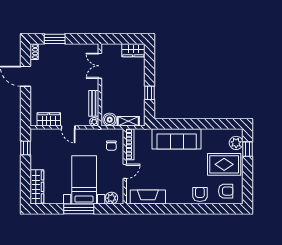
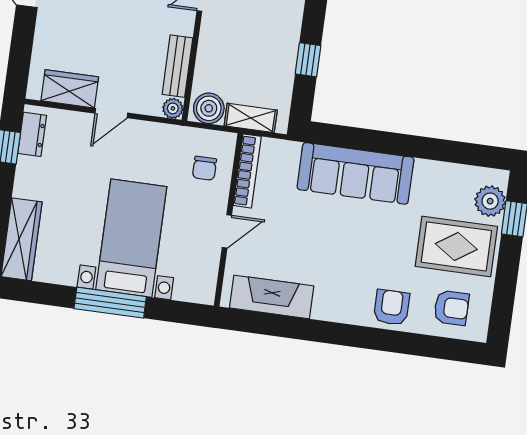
door: (68, 127) -> (111, 113), hinge flipped
dresser: (35, 141) -> (32, 134), added
plant: (112, 198) -> (188, 288), removed

